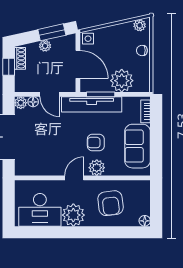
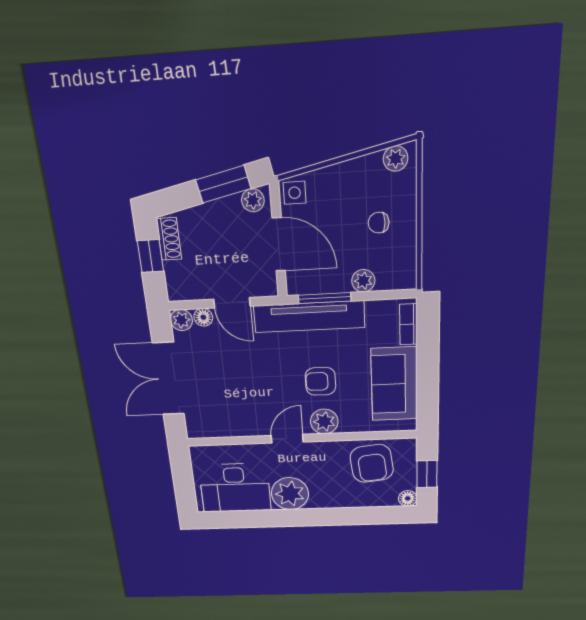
plant: (45, 46) -> (253, 200), moved
chair: (142, 50) -> (379, 223), moved
plant: (122, 81) -> (363, 281), width x0.53, depth x0.53
armchair: (111, 203) -> (372, 463), moved
window: (156, 204) -> (427, 474), added

